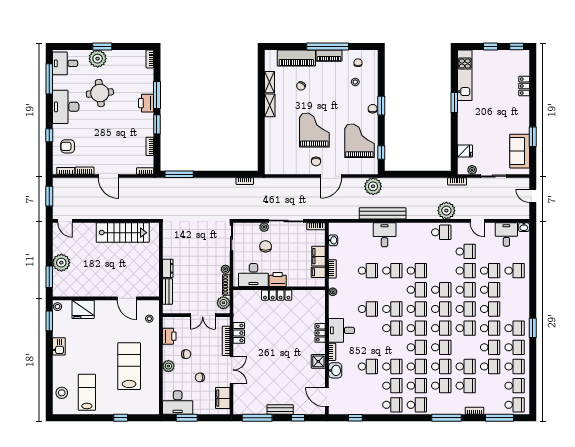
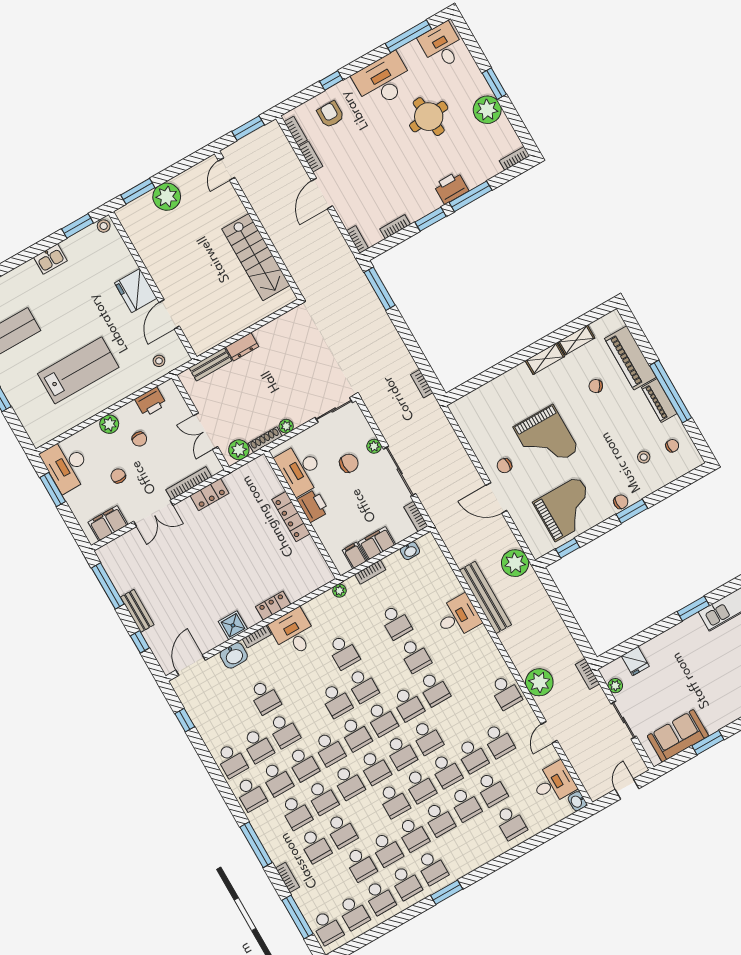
plant: (98, 59) -> (487, 110), moved
grand piano: (314, 130) -> (546, 439), turned 90
fridge: (83, 309) -> (136, 291), moved

